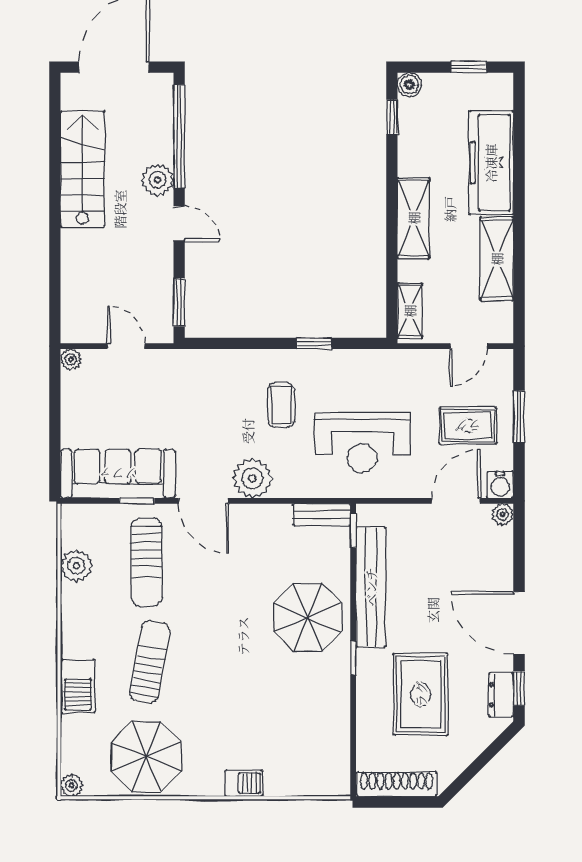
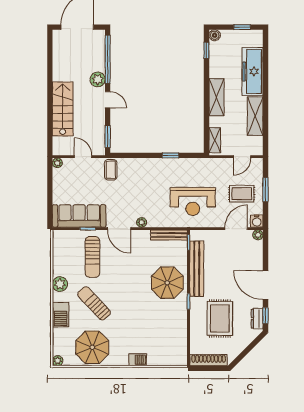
stairs: (82, 169) -> (63, 109), moved
coffee table: (281, 405) -> (111, 170), moved
plant: (252, 478) -> (142, 222), width x0.53, depth x0.53
bench: (322, 515) -> (169, 235), width x1.36
plant: (76, 566) -> (60, 284), moved
sun lounger: (150, 662) -> (94, 303), turned -53

